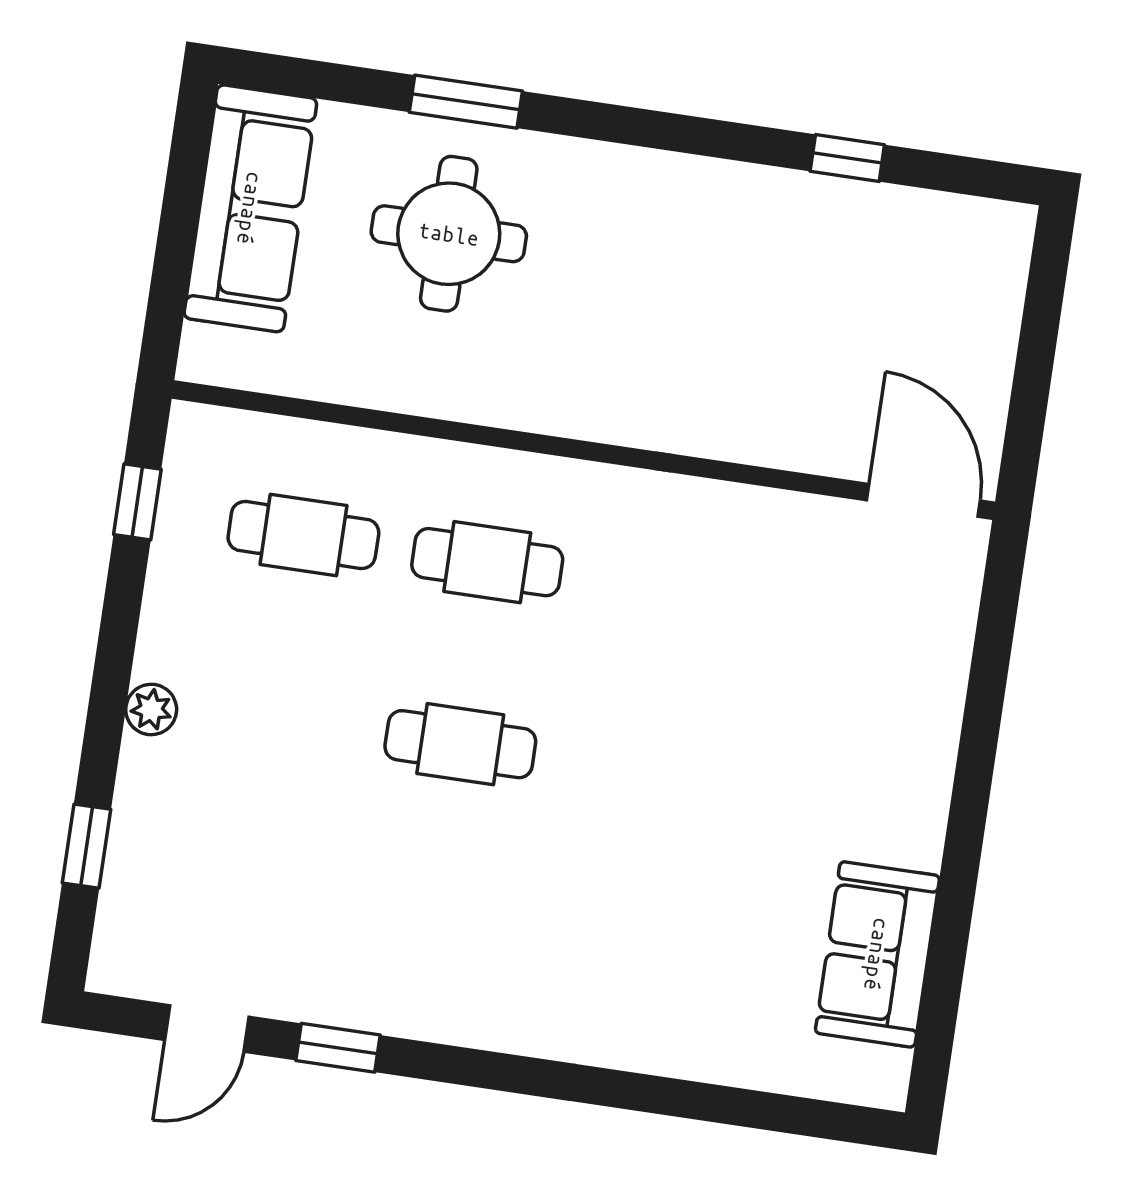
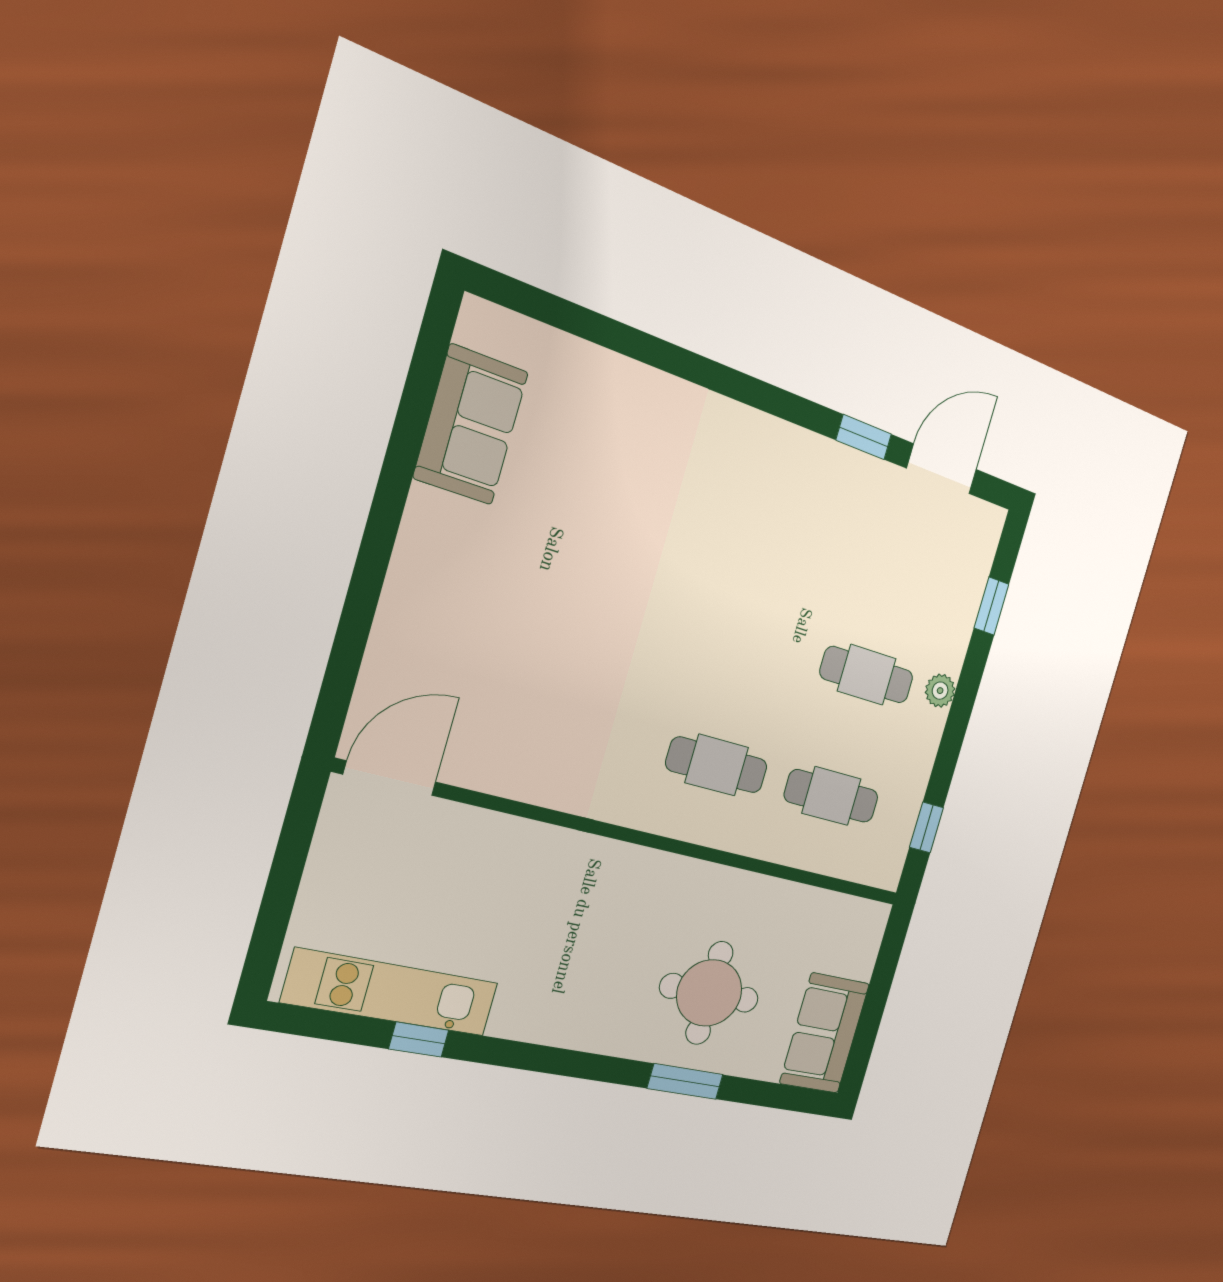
sofa: (250, 208) -> (825, 1033), width x0.73
kitchen unit: (889, 220) -> (392, 993), added
door: (924, 500) -> (390, 778), swing flipped
cafe table: (460, 744) -> (867, 675), moved
door: (207, 1028) -> (942, 469), width x1.38

